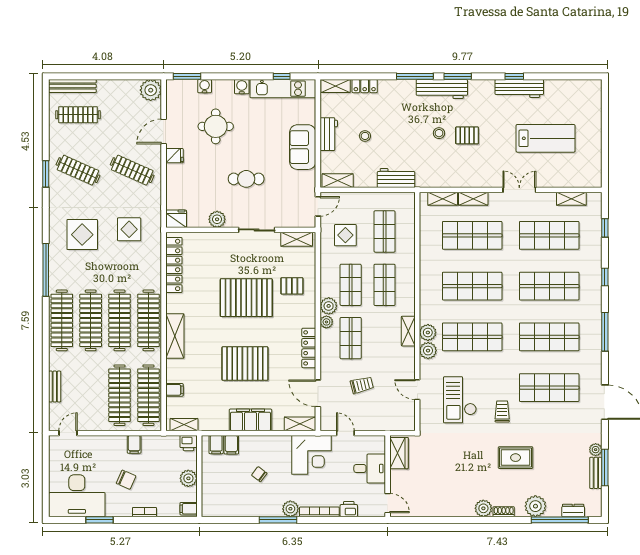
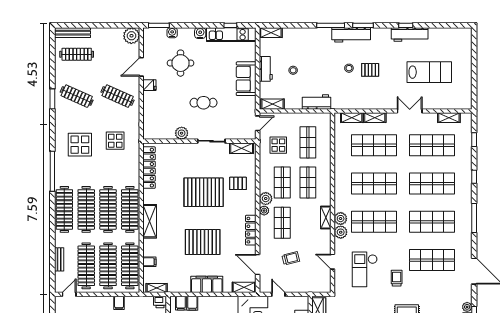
locker: (365, 86) -> (293, 33), removed
fridge: (176, 219) -> (151, 133), removed
clothes rail: (91, 395) -> (86, 266), added

